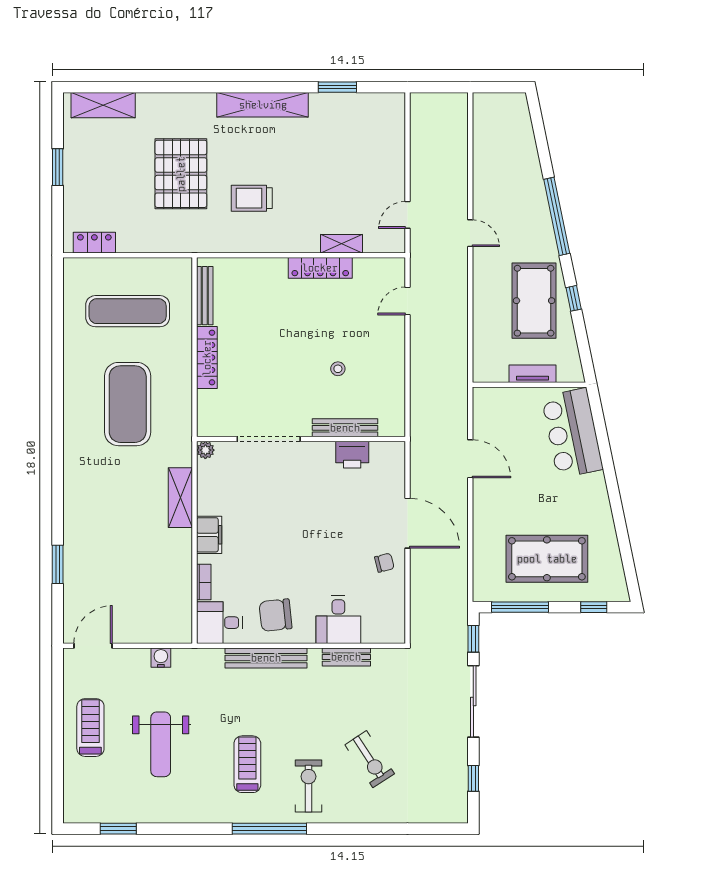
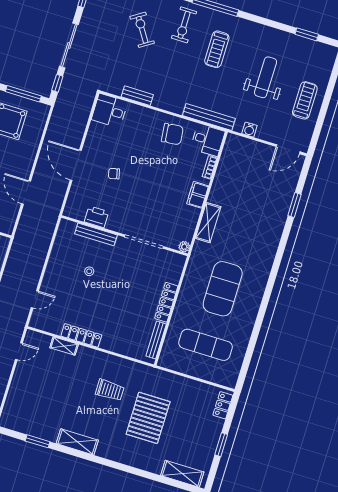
shelving: (263, 105) -> (77, 442), width x0.68
locker: (94, 243) -> (223, 405), moved, turned 90
chair: (384, 563) -> (114, 174), moved
desk: (338, 620) -> (110, 111), moved, turned -90
bench: (266, 658) -> (209, 117), moved
treadmill: (90, 728) -> (305, 100), turned 180

